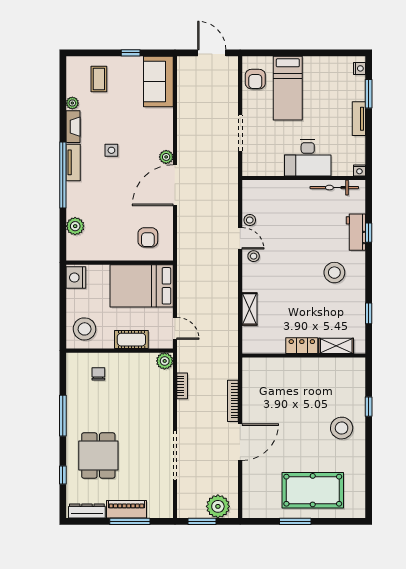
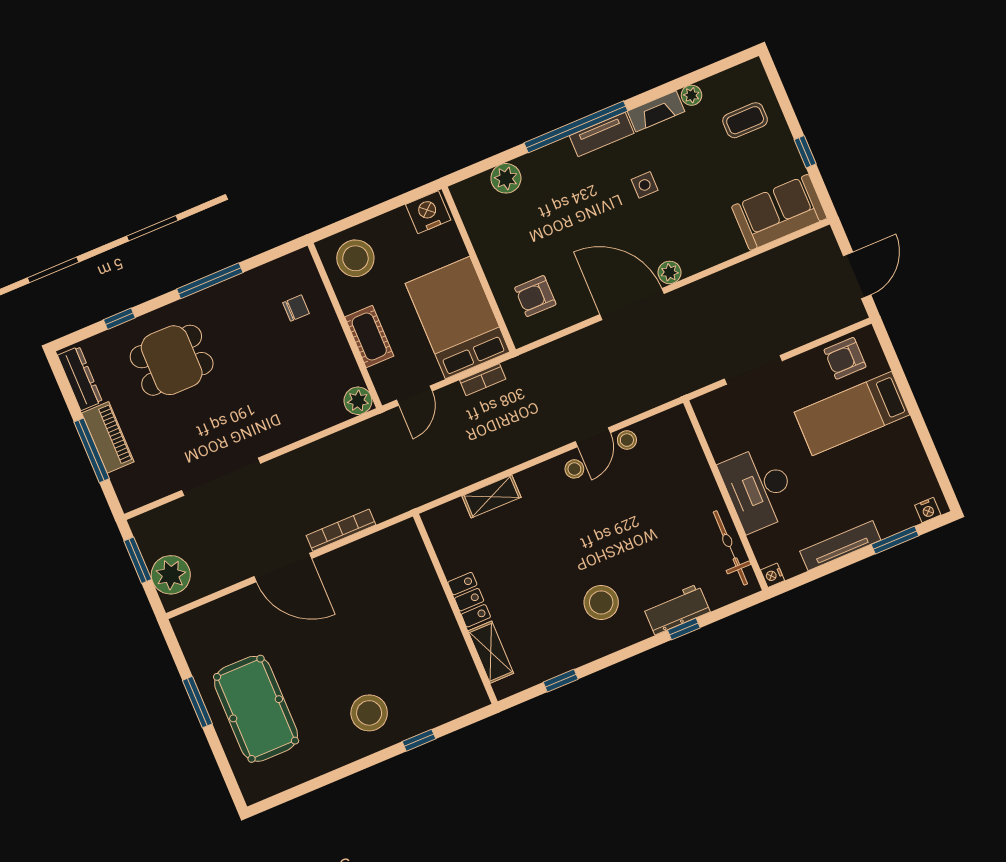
tv unit: (359, 119) -> (840, 546), width x1.41
bookcase: (182, 386) -> (483, 380), moved

